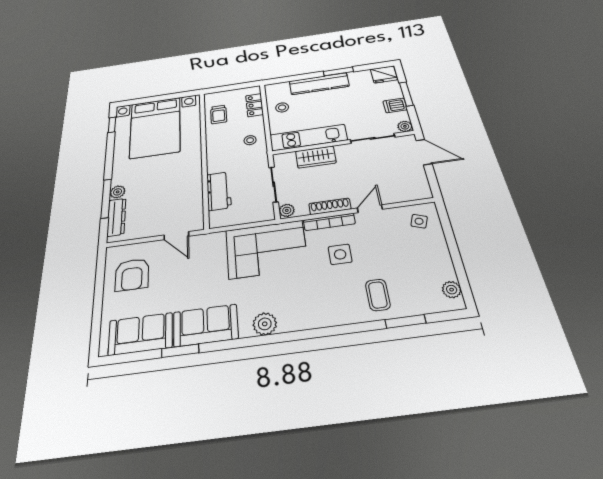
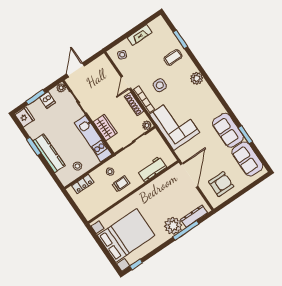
trolley: (219, 114) -> (121, 184), moved
plant: (118, 192) -> (173, 226), width x1.87, depth x1.87
door: (370, 209) -> (126, 83), hinge flipped
door: (176, 236) -> (189, 175), width x1.88
fireplace: (442, 260) -> (140, 35), added
plant: (452, 290) -> (154, 25), removed
plant: (265, 324) -> (197, 78), moved

